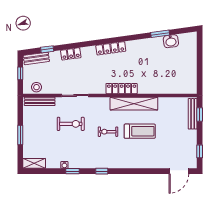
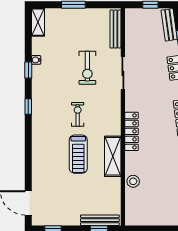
stool: (36, 87) -> (133, 181), moved
shelving: (134, 104) -> (113, 156), width x0.68

